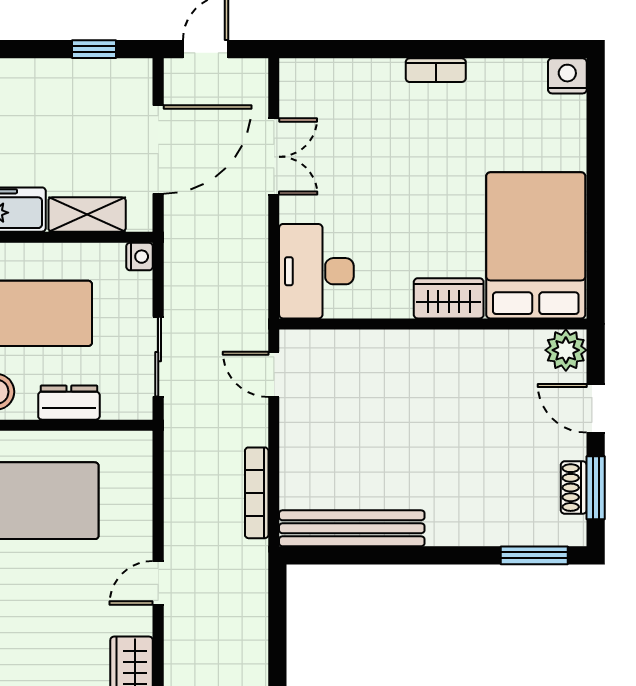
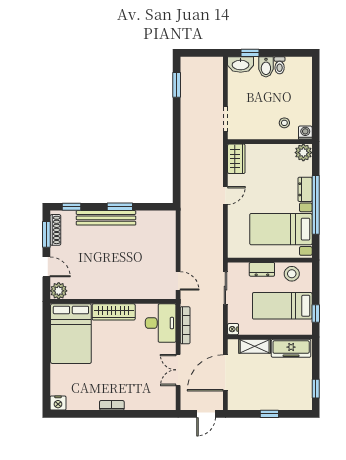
window: (94, 49) -> (269, 414), moved
wardrobe: (449, 298) -> (114, 312), width x1.50
shoe rack: (574, 488) -> (55, 230), width x1.43
bookcase: (257, 493) -> (185, 325), moved
bench: (352, 528) -> (106, 218), moved
window: (416, 555) -> (120, 207), added
window: (534, 555) -> (72, 207), width x0.67

